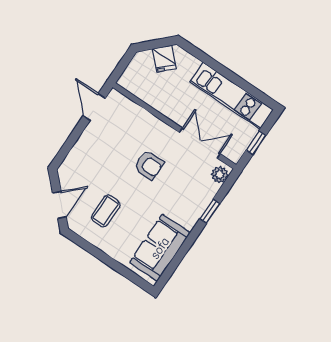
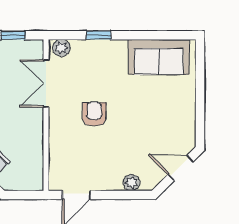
plant: (74, 158) -> (132, 183), added
coffee table: (106, 211) -> (159, 125), removed

